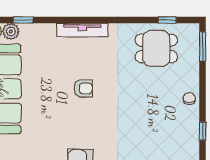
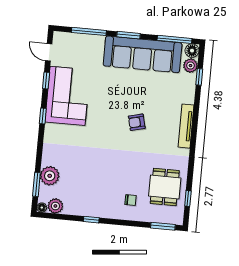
armchair: (83, 88) -> (137, 122), turned 76
chair: (189, 99) -> (131, 200), moved

